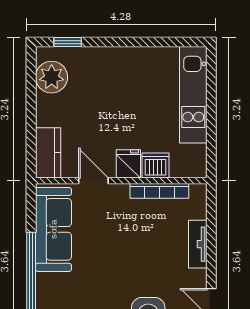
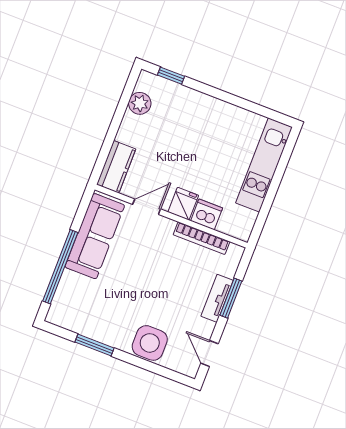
plant: (52, 77) -> (140, 103), width x0.73, depth x0.73
door: (93, 181) -> (147, 207), hinge flipped
window: (211, 239) -> (231, 298), added

